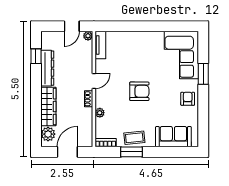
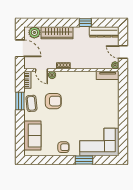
window: (36, 56) -> (85, 23), moved
dresser: (47, 68) -> (104, 32), moved
door: (94, 81) -> (42, 70), moved
armchair: (139, 91) -> (53, 101), moved, turned -90

